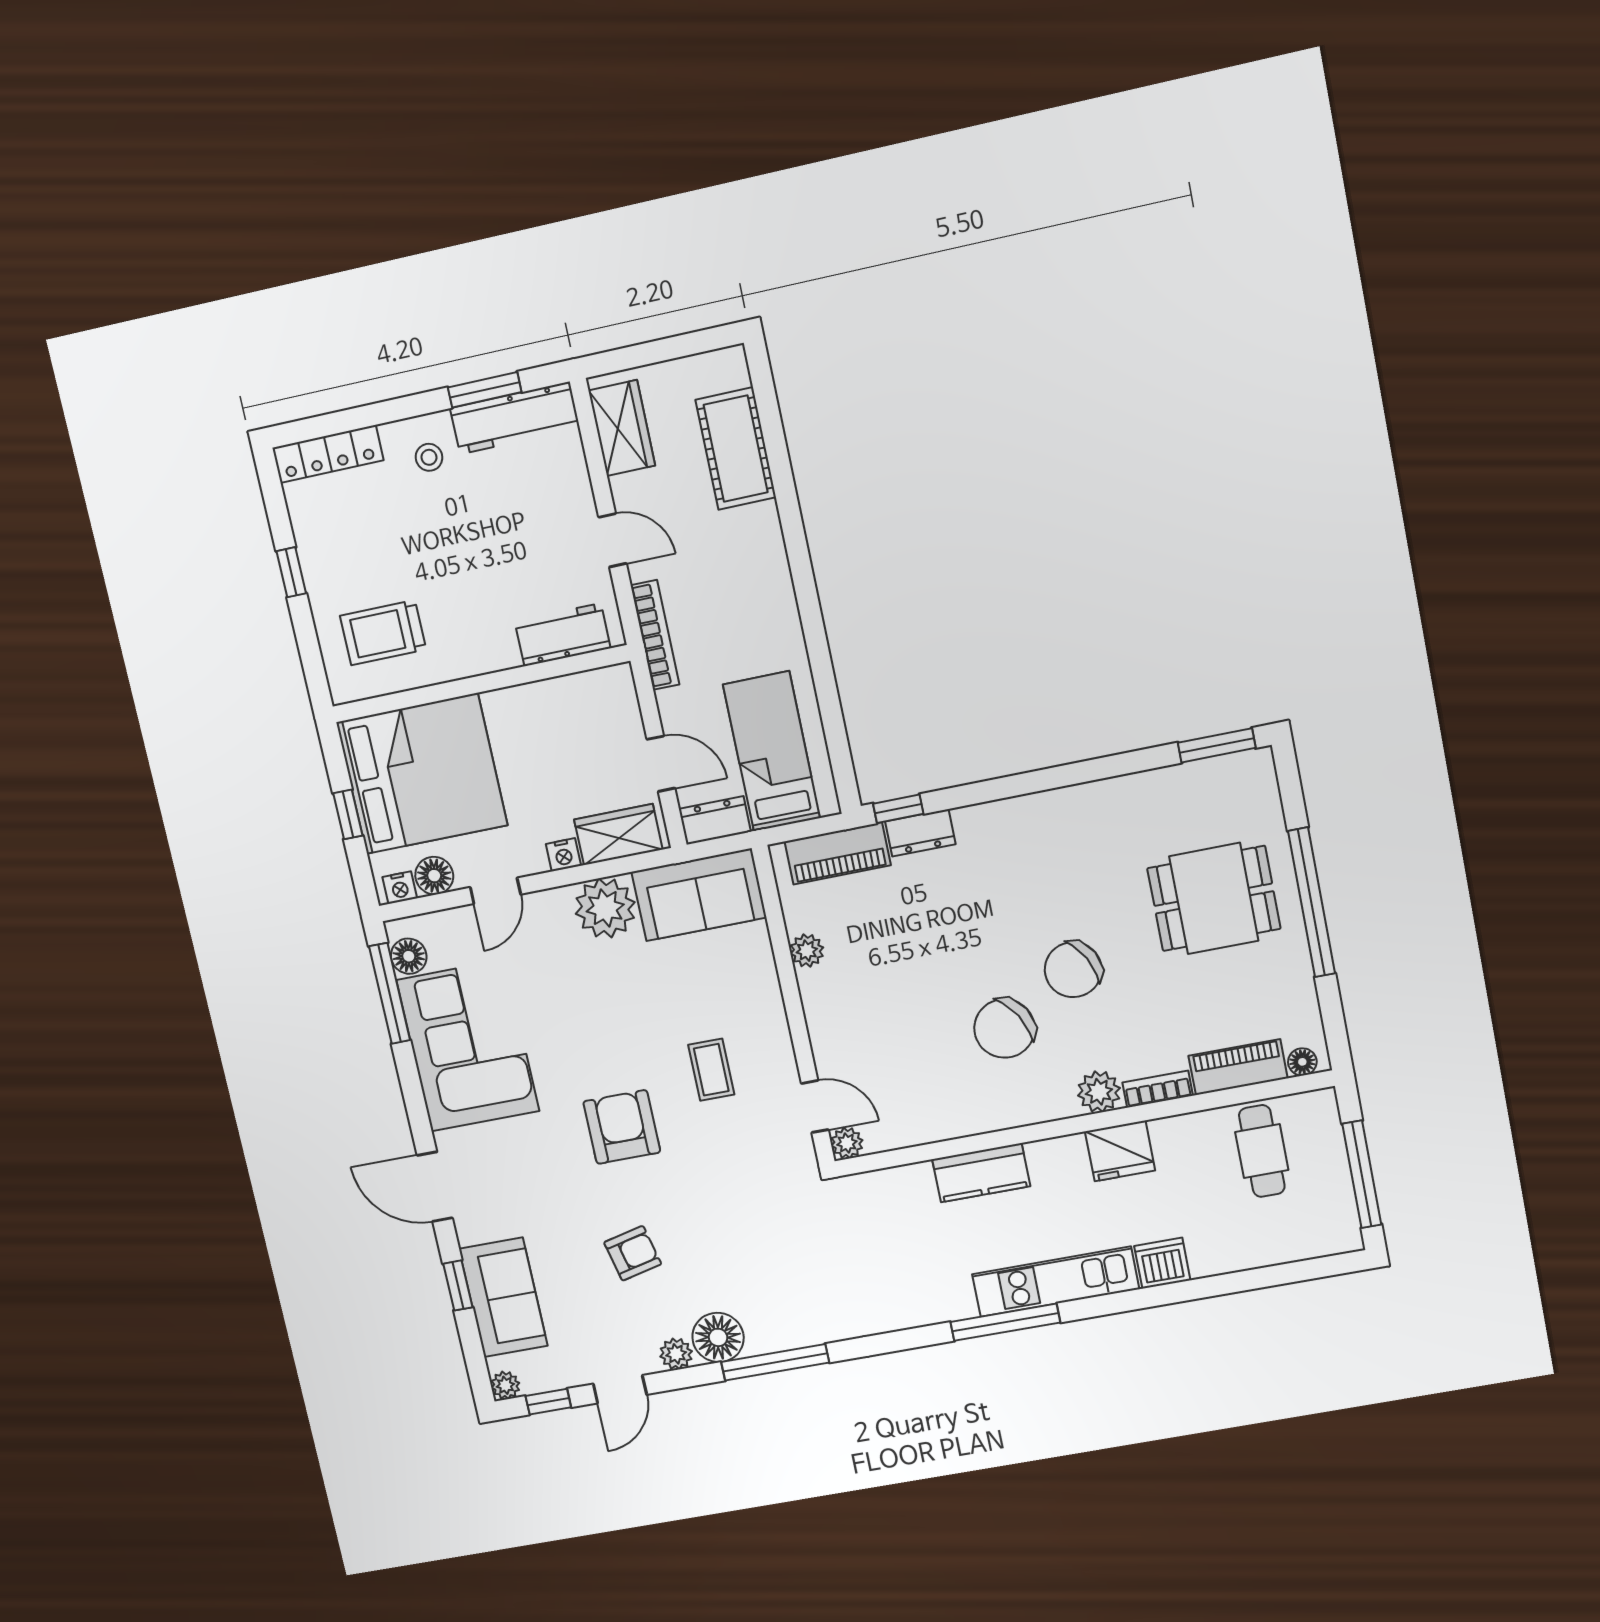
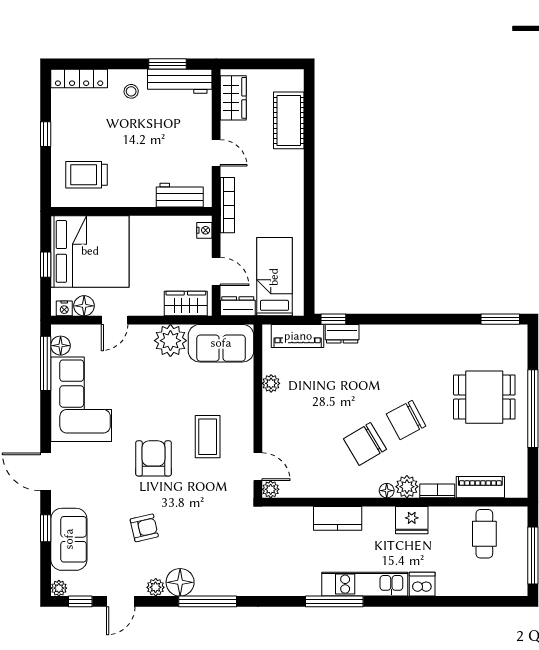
nightstand: (563, 855) -> (204, 230), moved, turned -90
floor lamp: (1302, 1062) -> (387, 491), moved
coffee table: (711, 1070) -> (208, 437), width x1.36, depth x1.30

